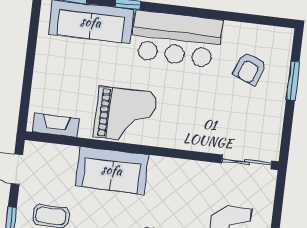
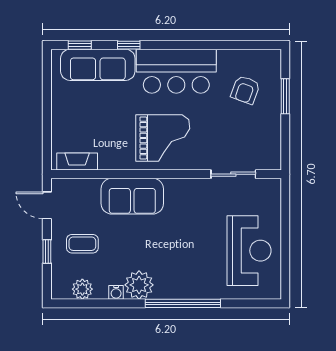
grand piano: (125, 115) -> (163, 138), moved
sliding door: (247, 162) -> (233, 174), moved

